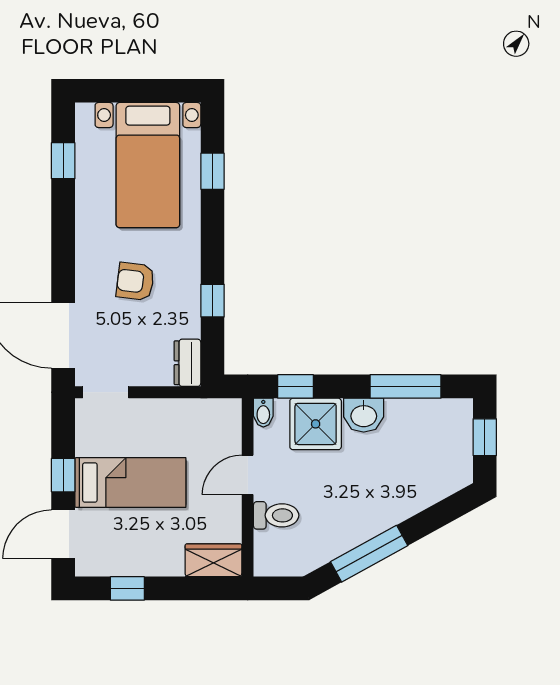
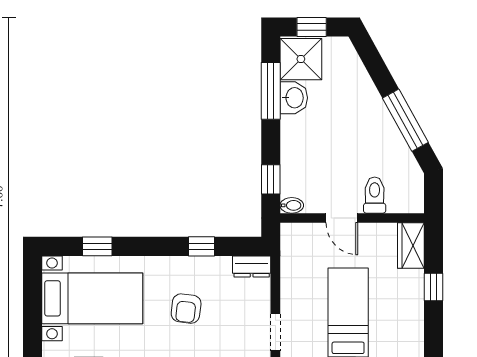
washbasin: (364, 415) -> (294, 98), moved
shower: (316, 424) -> (301, 59), moved
window: (127, 588) -> (433, 287), moved

